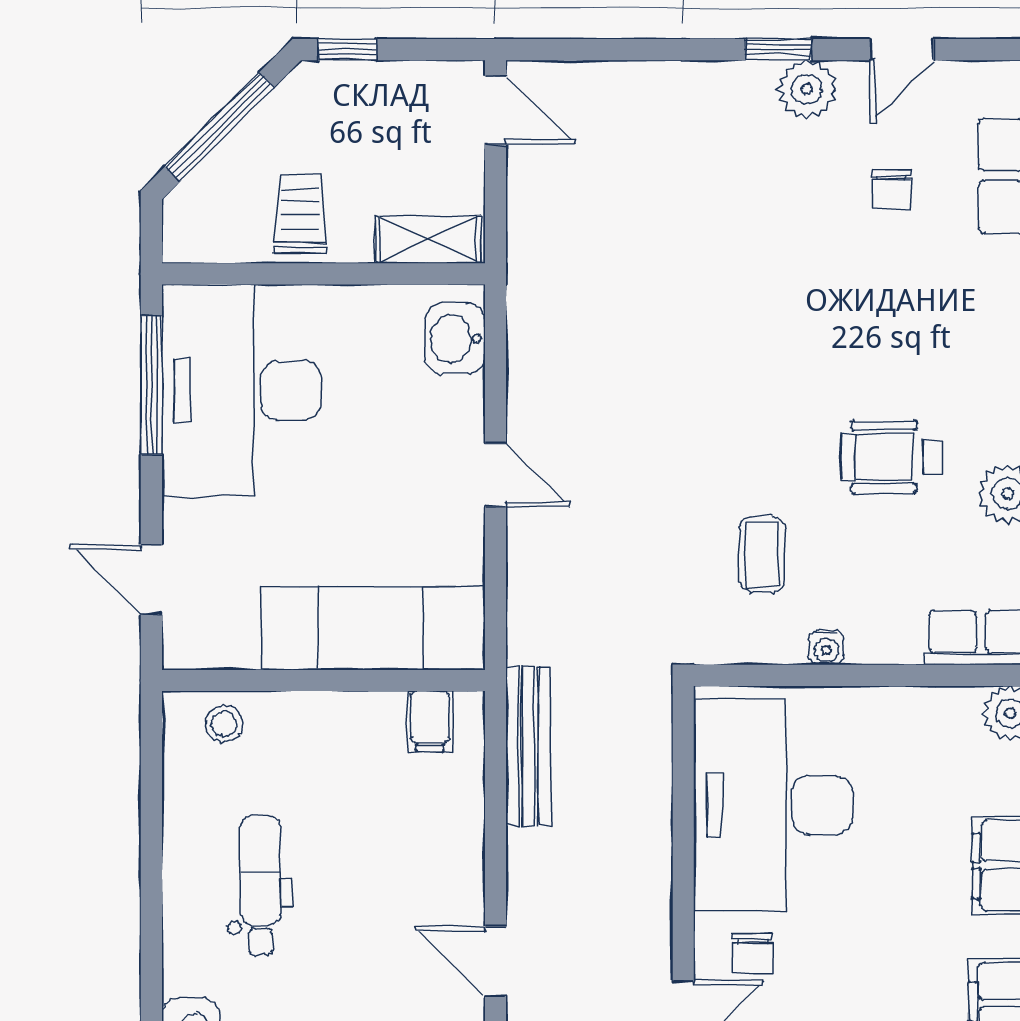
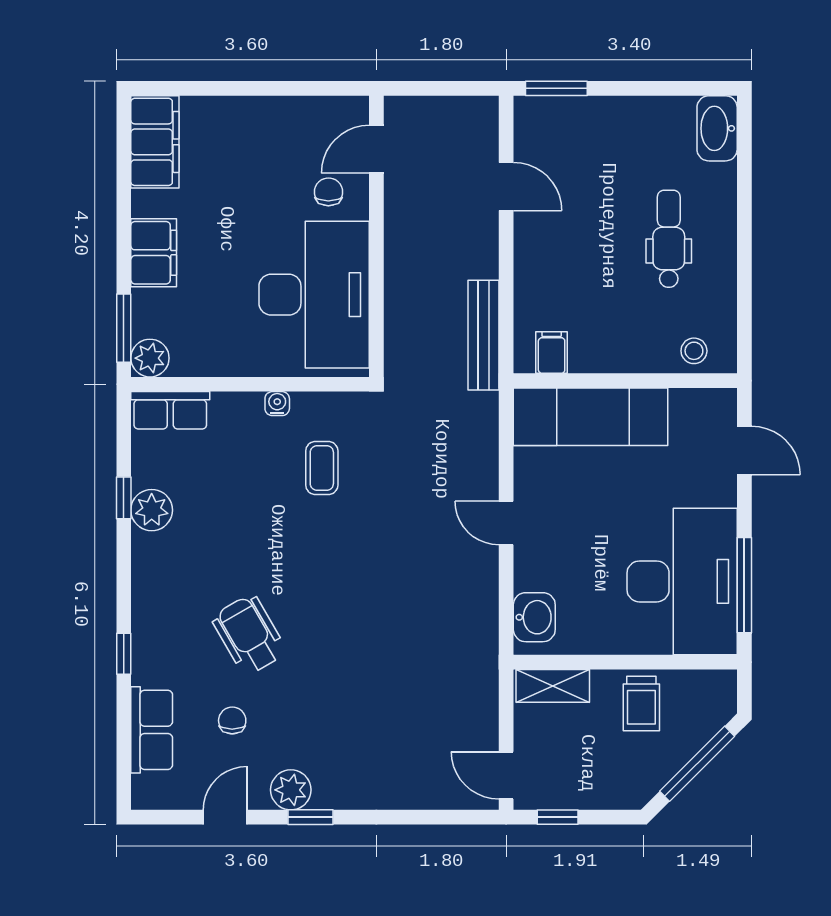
window: (347, 50) -> (558, 817), moved
wheelchair: (892, 457) -> (249, 635), moved, turned -120
dental chair: (261, 886) -> (669, 239), turned 180

